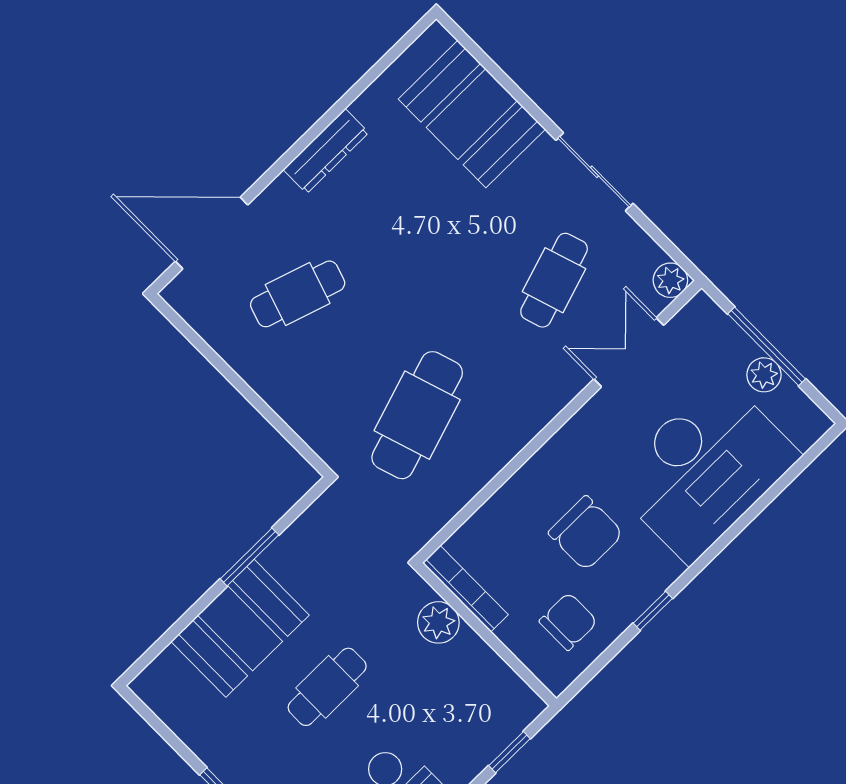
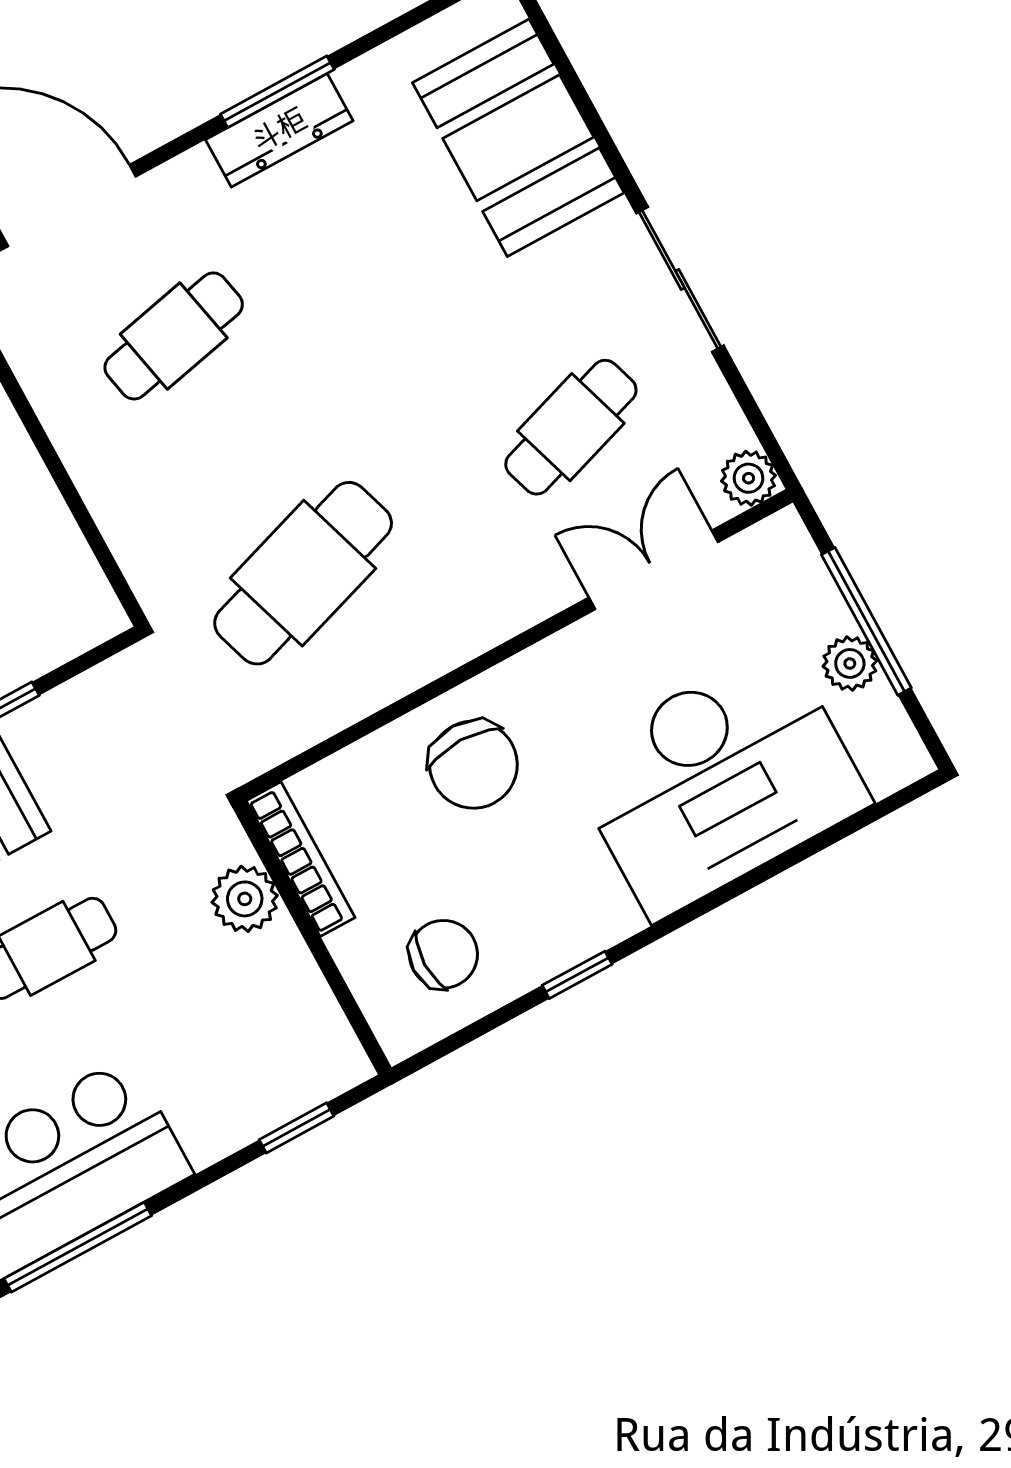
window: (318, 128) -> (277, 92), added
cafe table: (298, 294) -> (174, 336), turned -30
chair: (586, 533) -> (473, 765), moved

